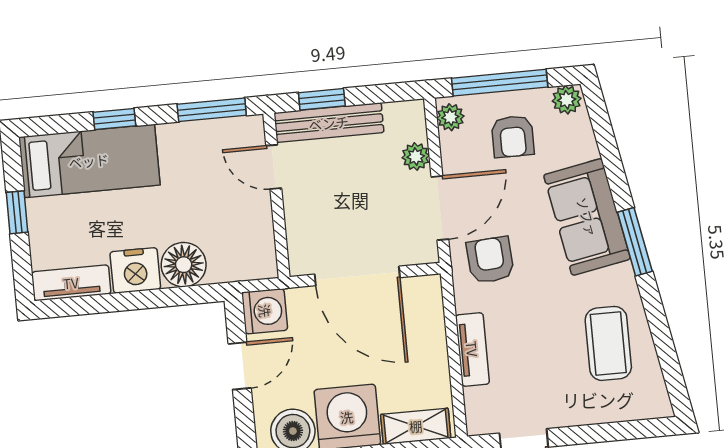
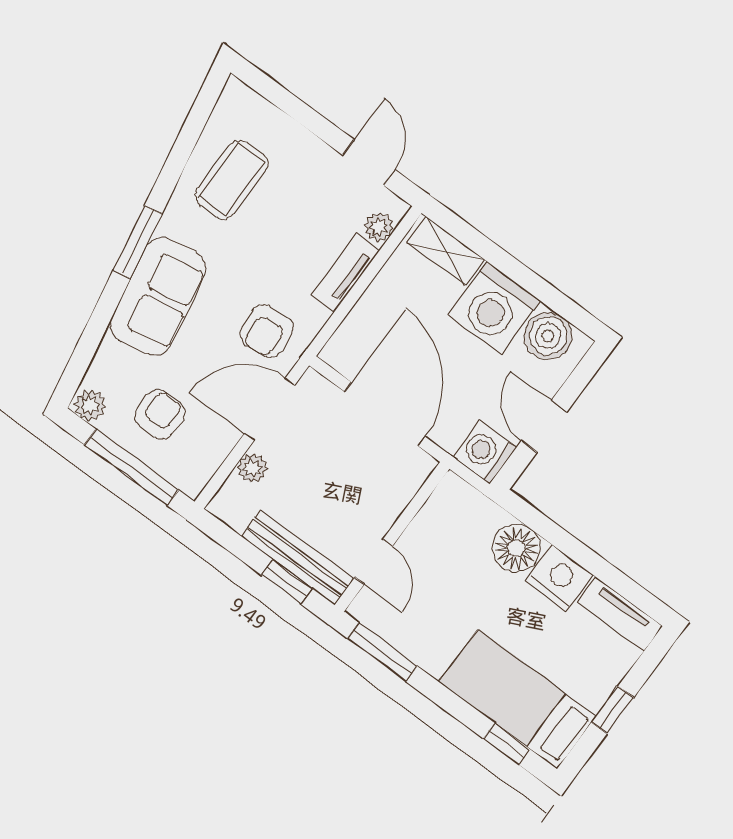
plant: (450, 117) -> (379, 227), moved
window: (114, 119) -> (507, 744), moved
door: (240, 366) -> (544, 426), hinge flipped

